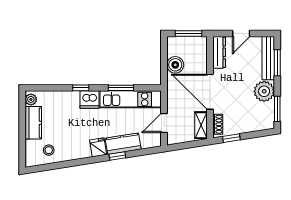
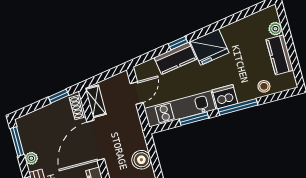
window: (81, 88) -> (238, 107), width x2.17
plant: (264, 91) -> (31, 158), width x0.53, depth x0.53
door: (210, 92) -> (96, 140), swing flipped
plant: (31, 99) -> (275, 29), moved
fridge: (98, 147) -> (210, 47), width x1.88, depth x1.34
stool: (49, 150) -> (264, 86), moved

